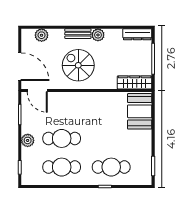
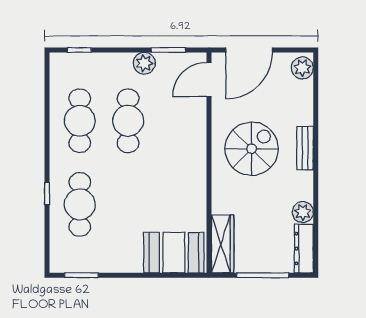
plant: (42, 35) -> (302, 68), moved
plant: (98, 35) -> (303, 212), moved
plant: (28, 140) -> (144, 63), moved

